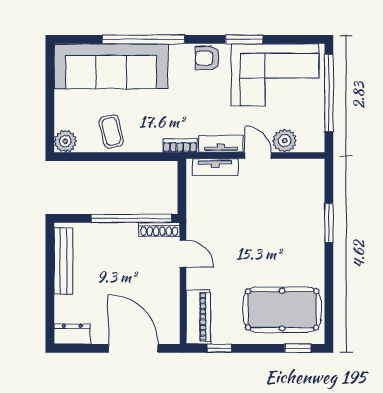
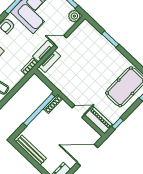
plant: (285, 141) -> (74, 16), moved
door: (183, 254) -> (78, 111), moved

